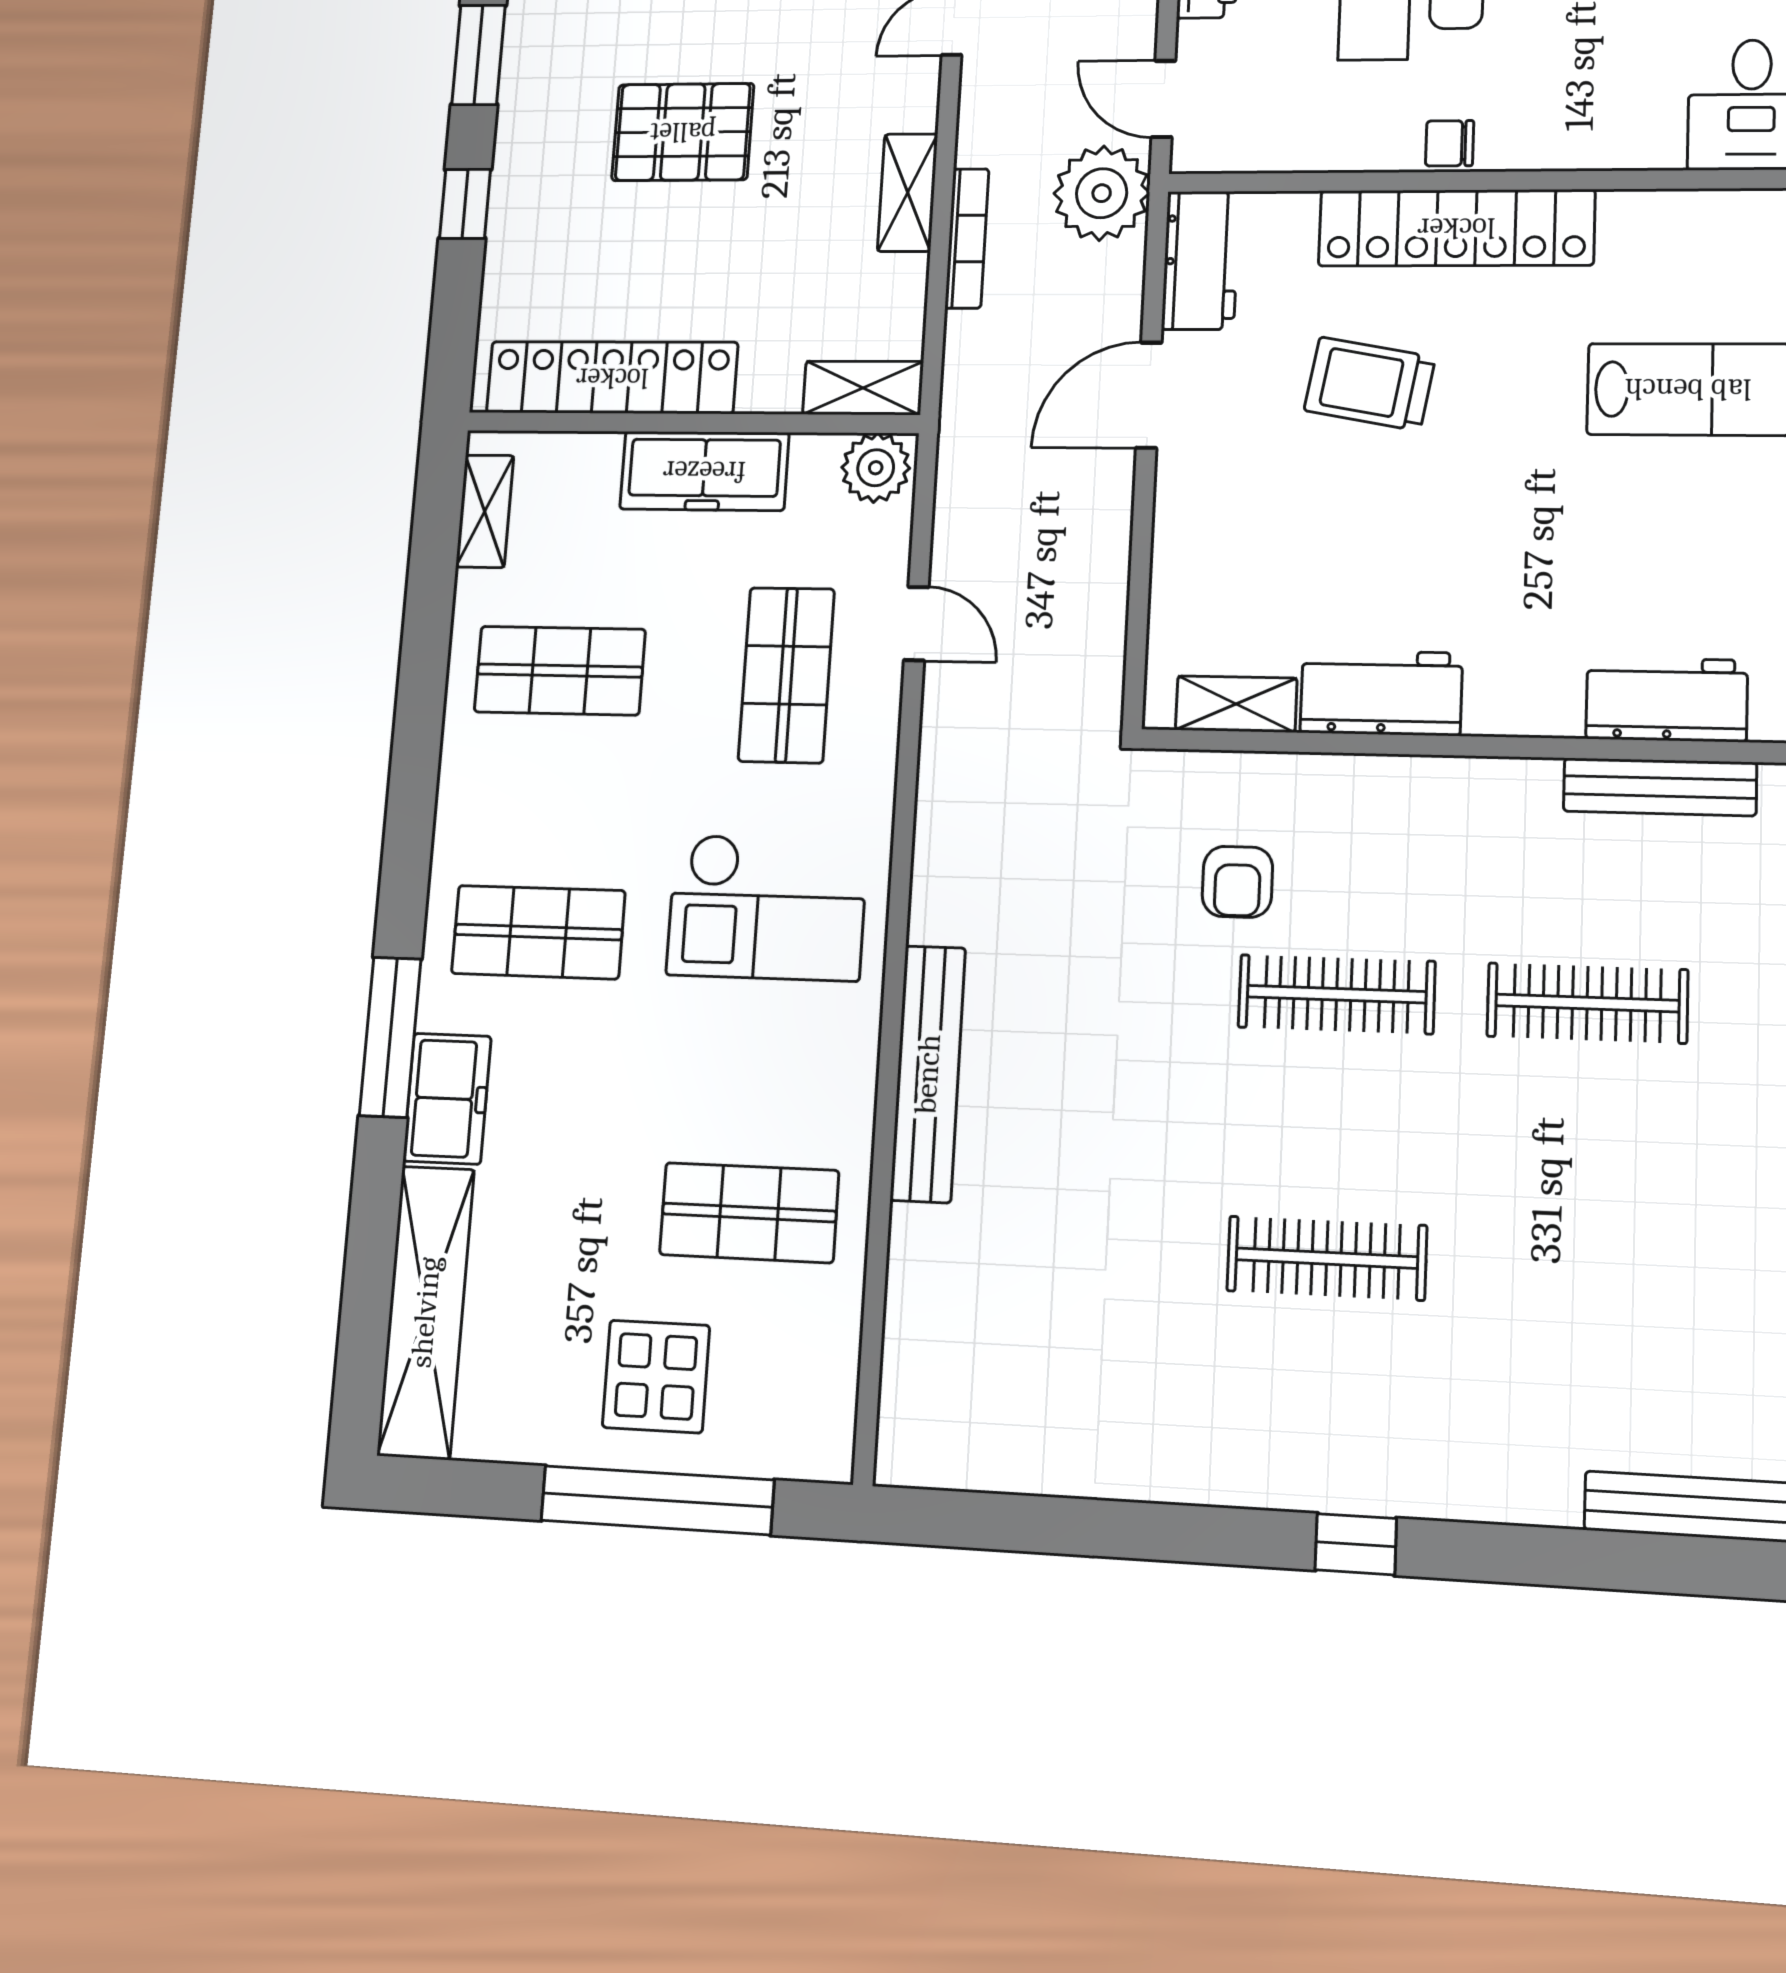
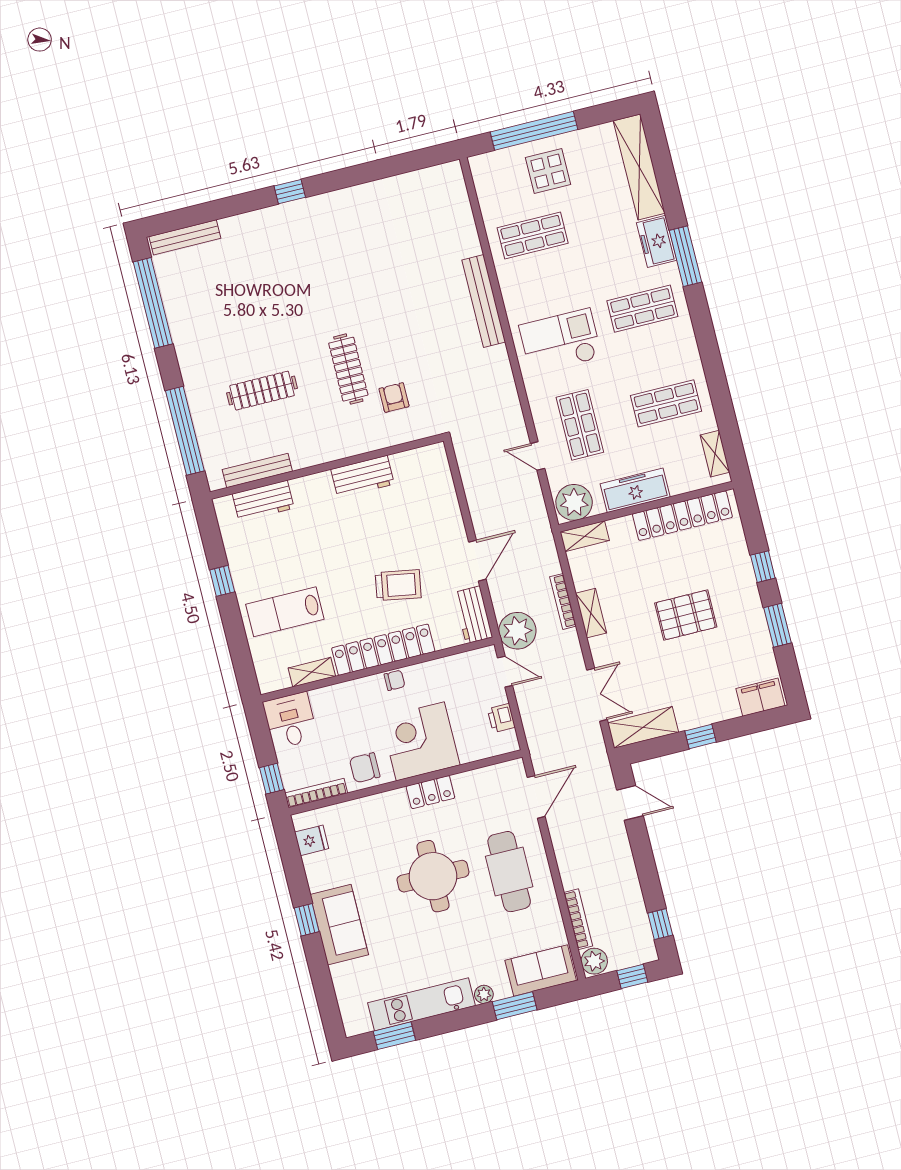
plant: (876, 468) -> (574, 502), width x1.36, depth x1.36
shelving: (1236, 704) -> (312, 672), moved
clothes rail: (1337, 994) -> (348, 369), turned 90
clothes rail: (1327, 1258) -> (326, 281), removed

